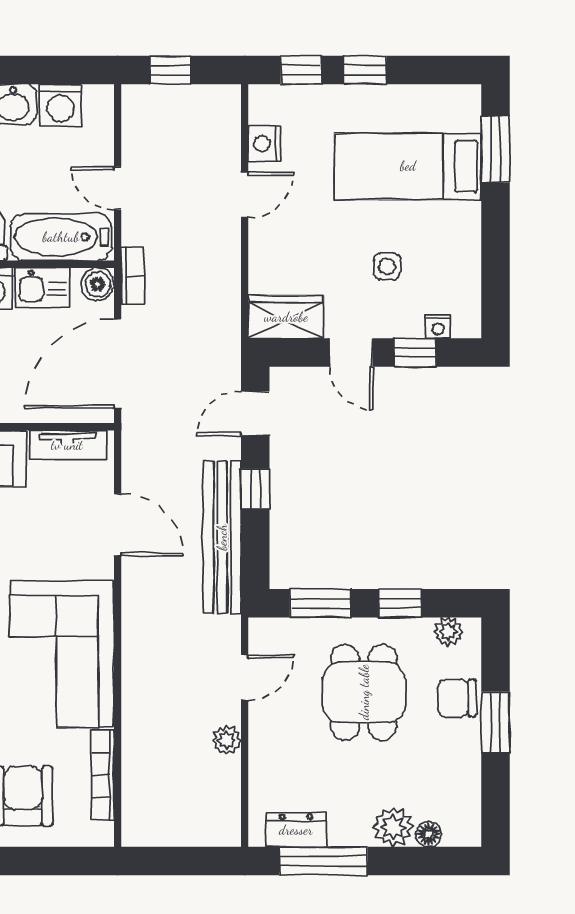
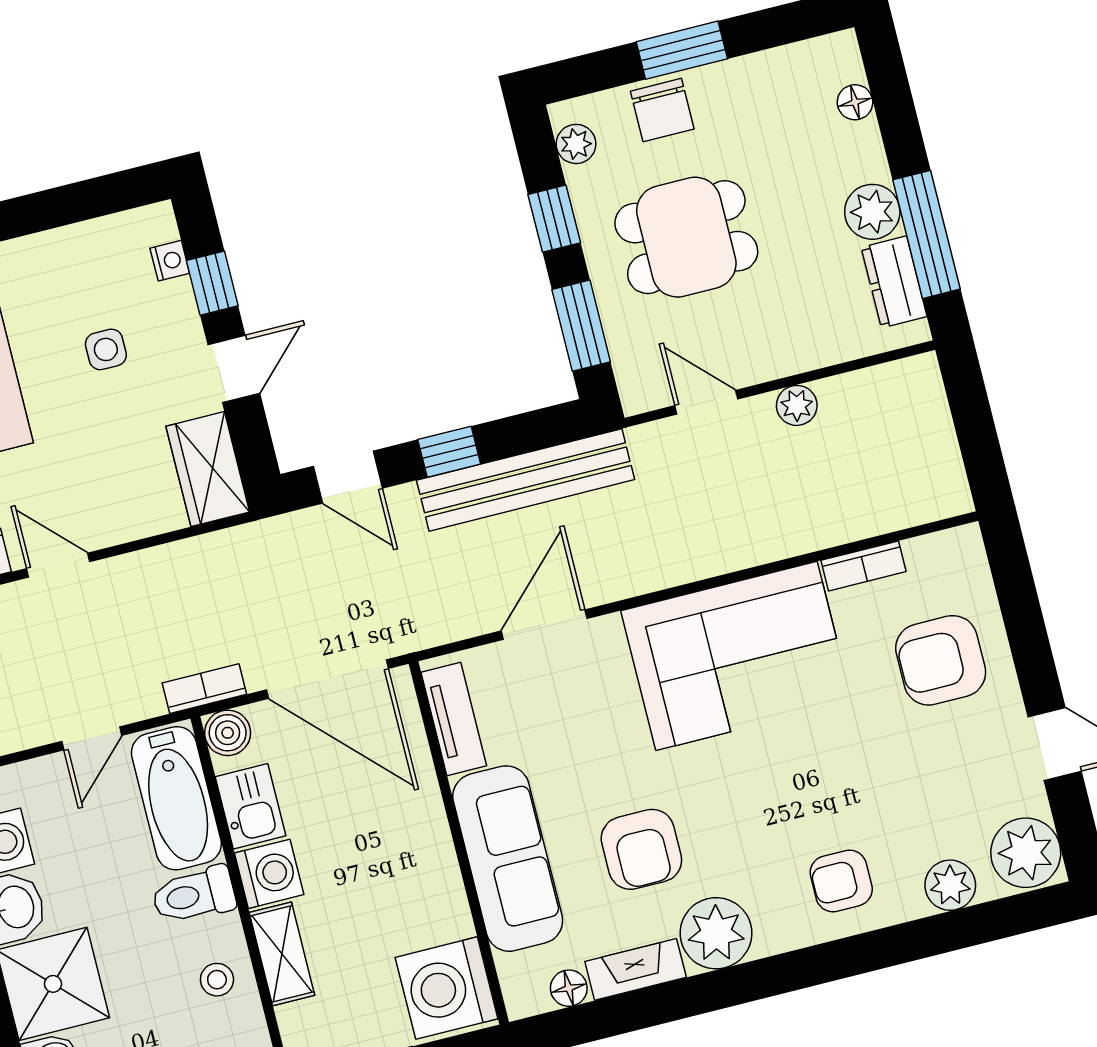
bookcase: (102, 775) -> (864, 566), width x0.64
plant: (393, 827) -> (872, 212), moved

